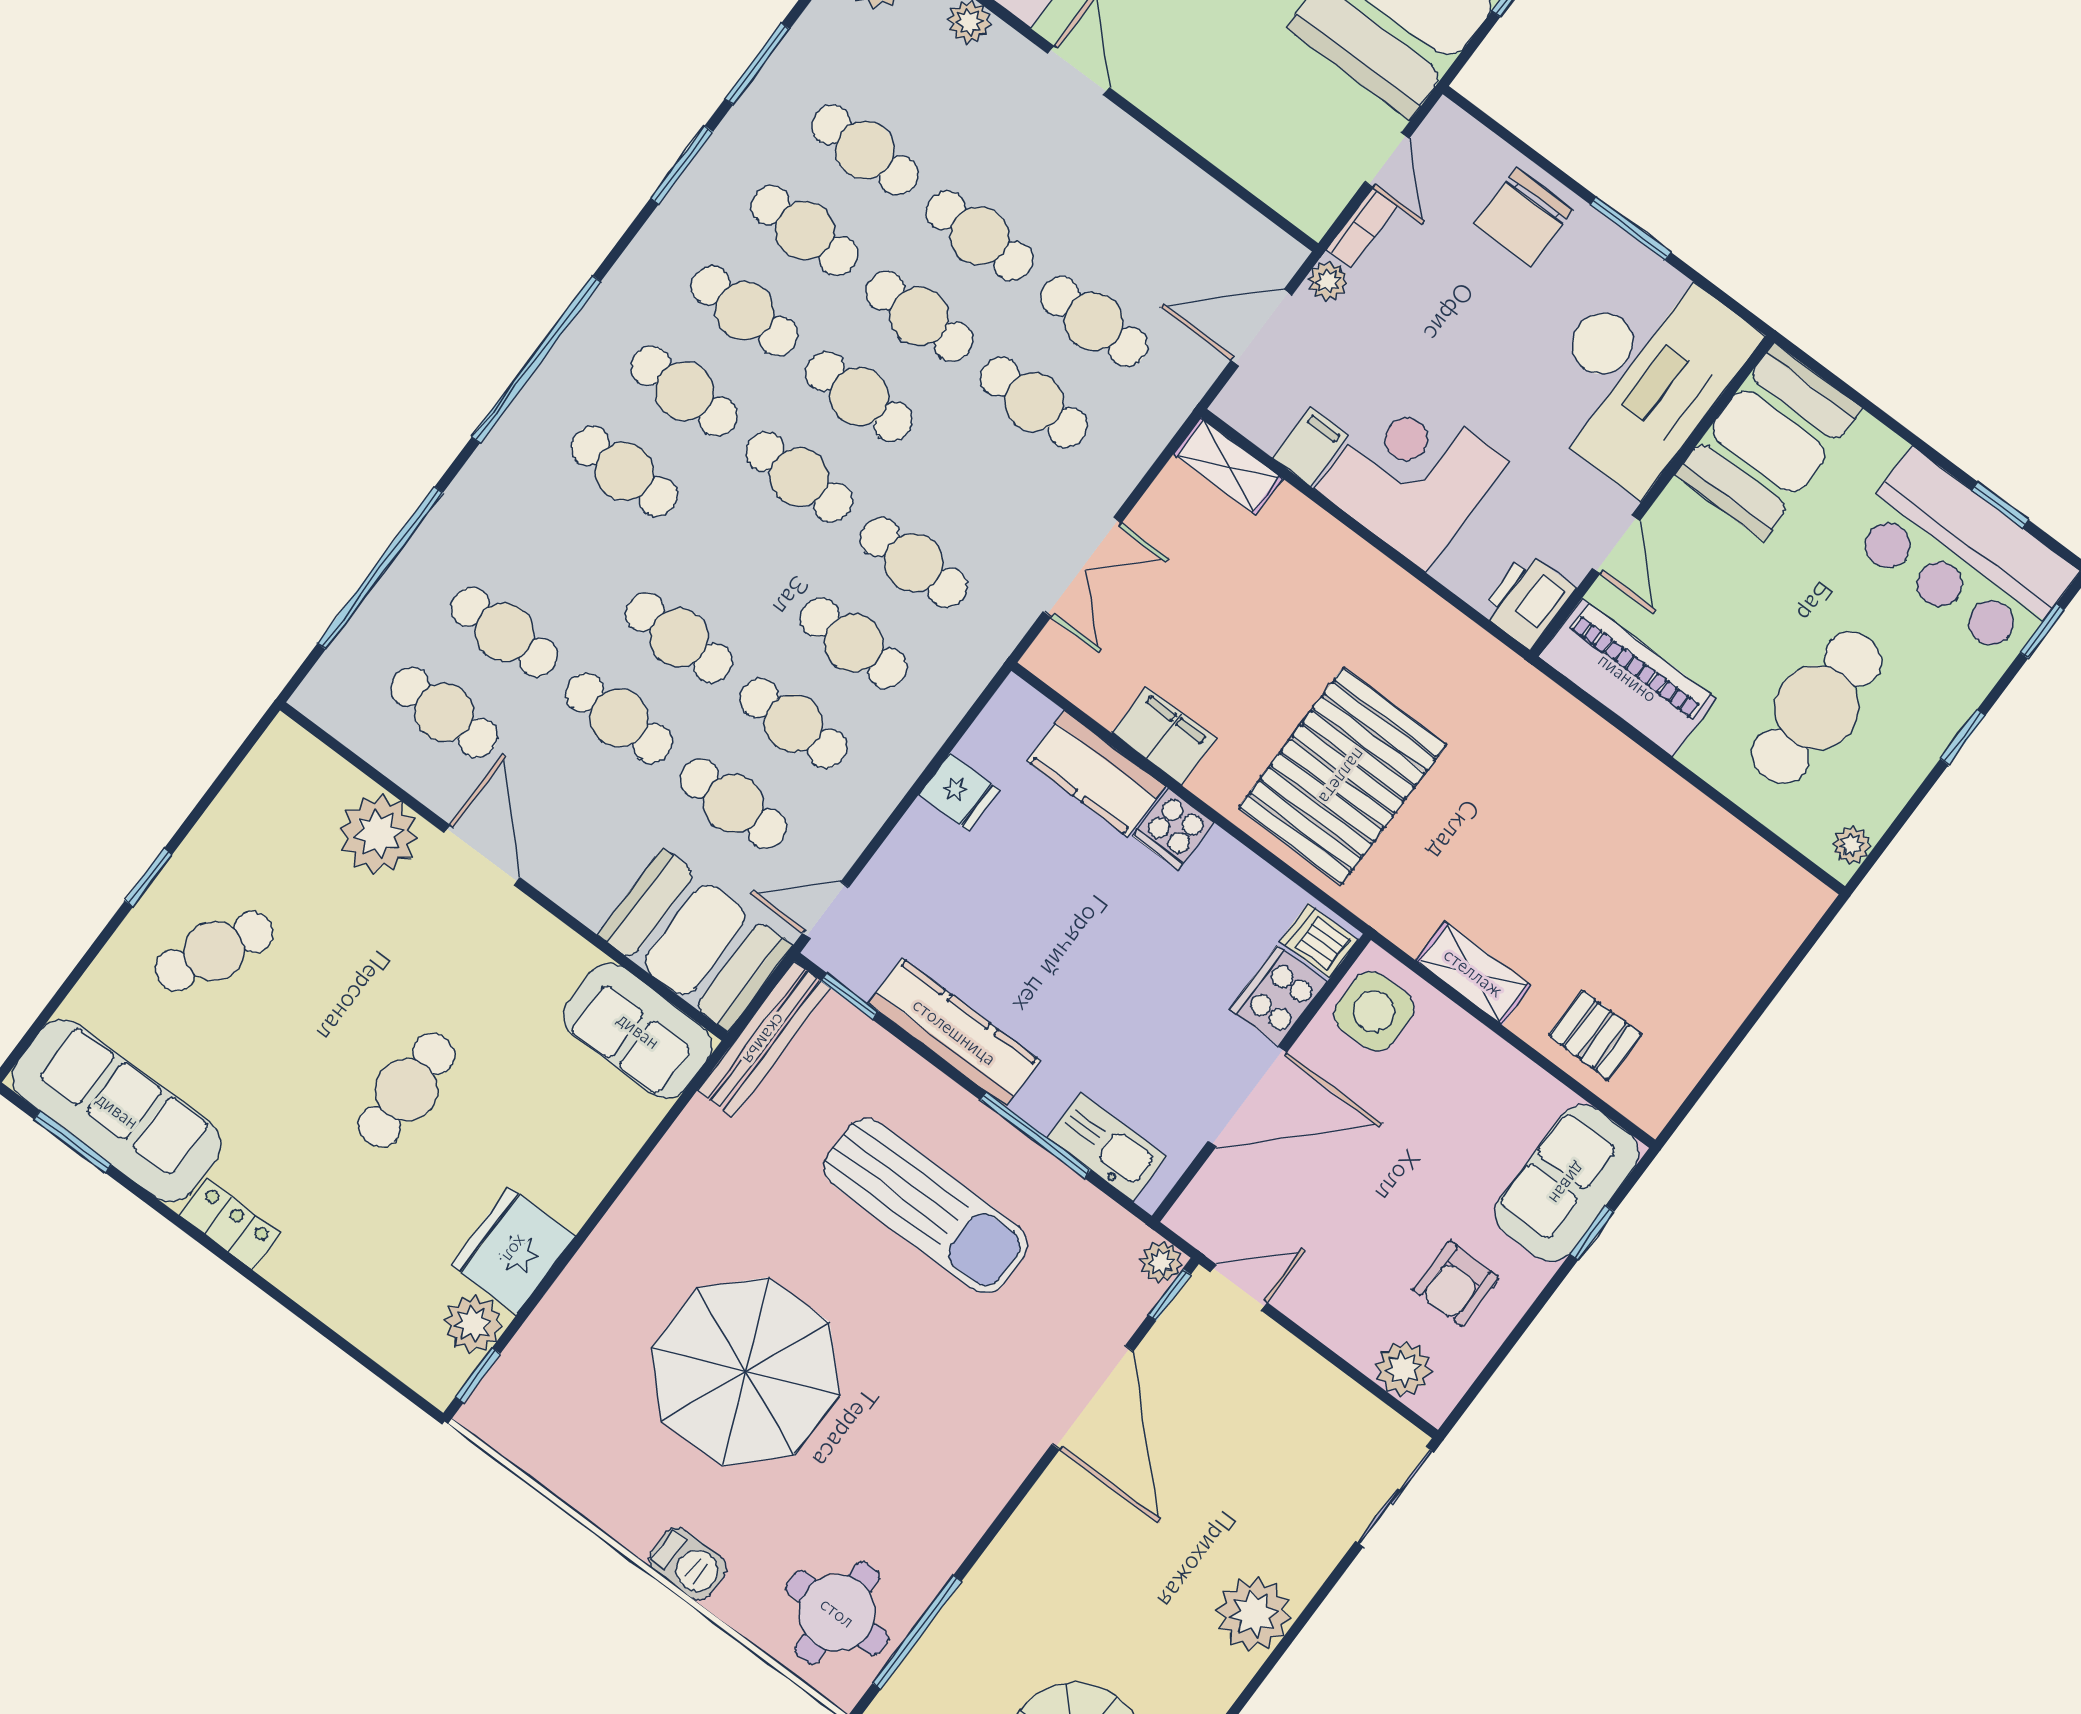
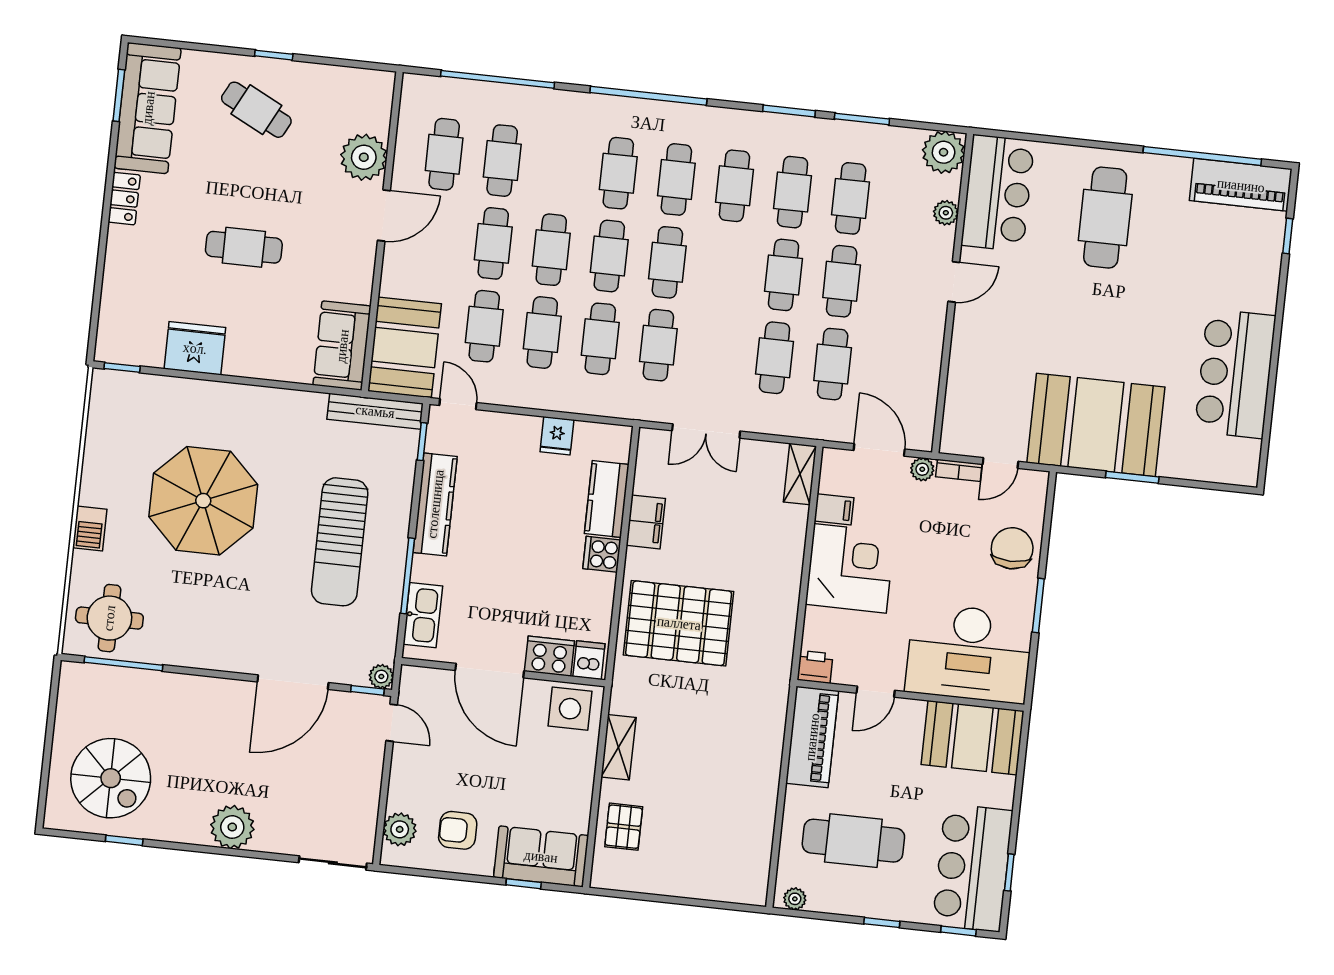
chair: (1523, 217) -> (1012, 548), turned 90
cafe table: (859, 397) -> (609, 256), moved
printer: (1528, 600) -> (815, 667), width x0.73, depth x0.81
plant: (473, 1324) -> (146, 350), removed

